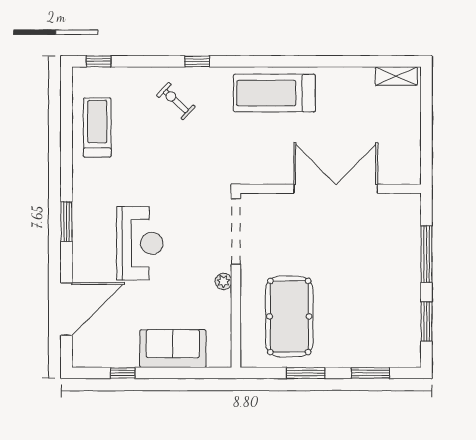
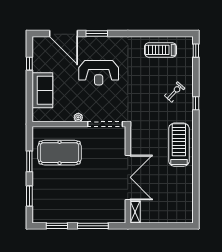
shelving: (396, 76) -> (135, 212), moved
treadmill: (97, 128) -> (161, 50), turned 180
window: (66, 222) -> (97, 34), moved

